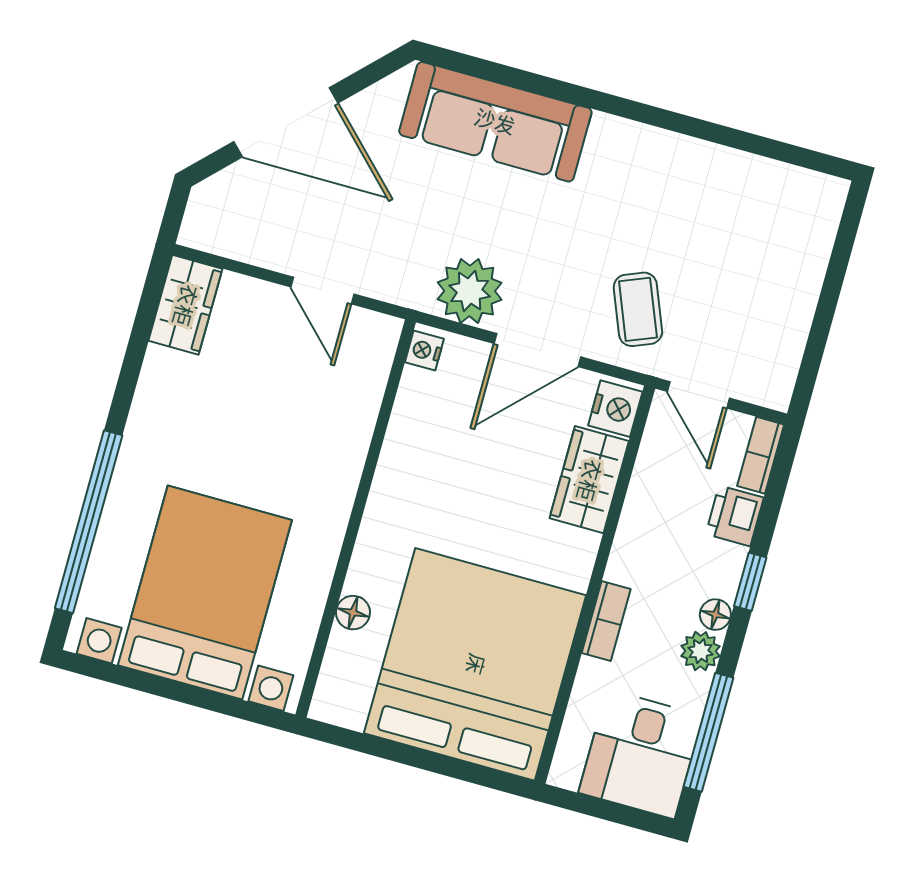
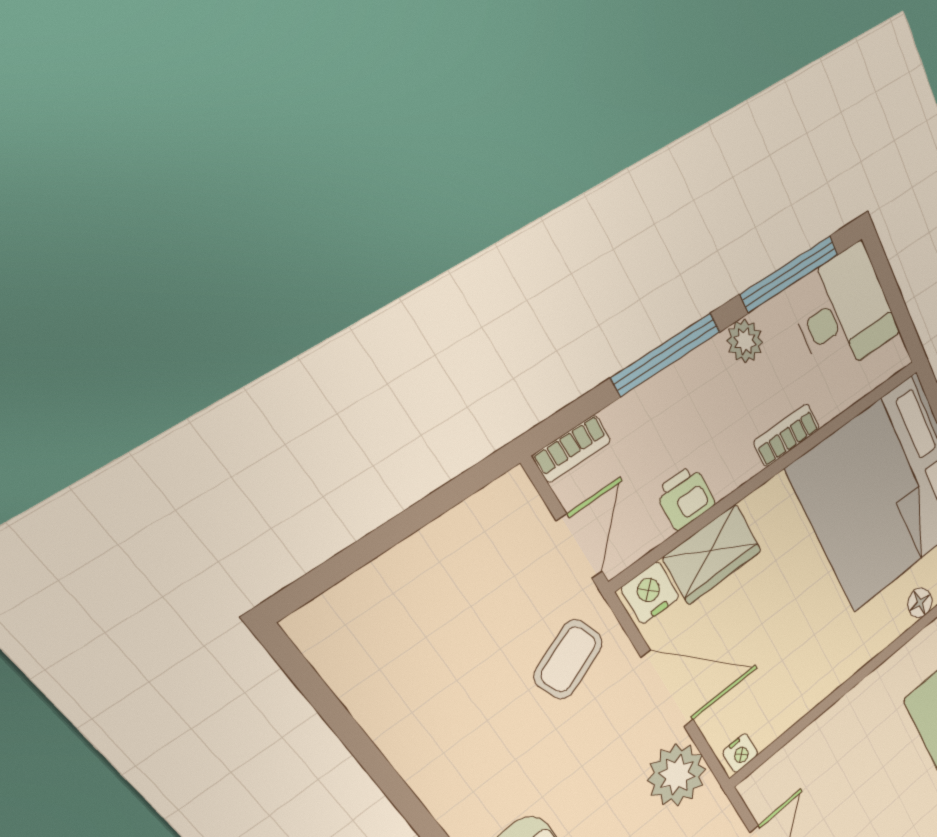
printer: (735, 516) -> (685, 497), moved, turned 180
window: (750, 582) -> (666, 354), width x2.17
floor lamp: (715, 615) -> (712, 357), removed

